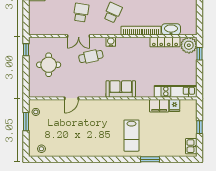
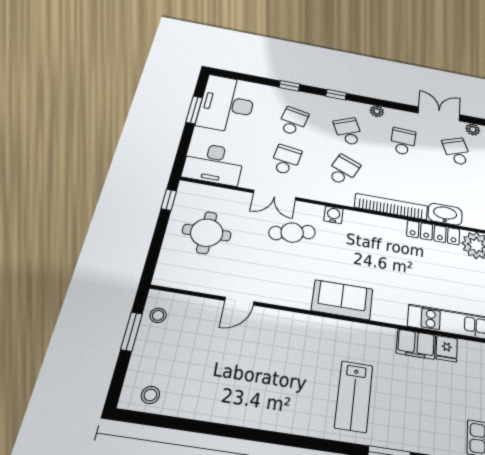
desk: (44, 23) -> (213, 164), added

